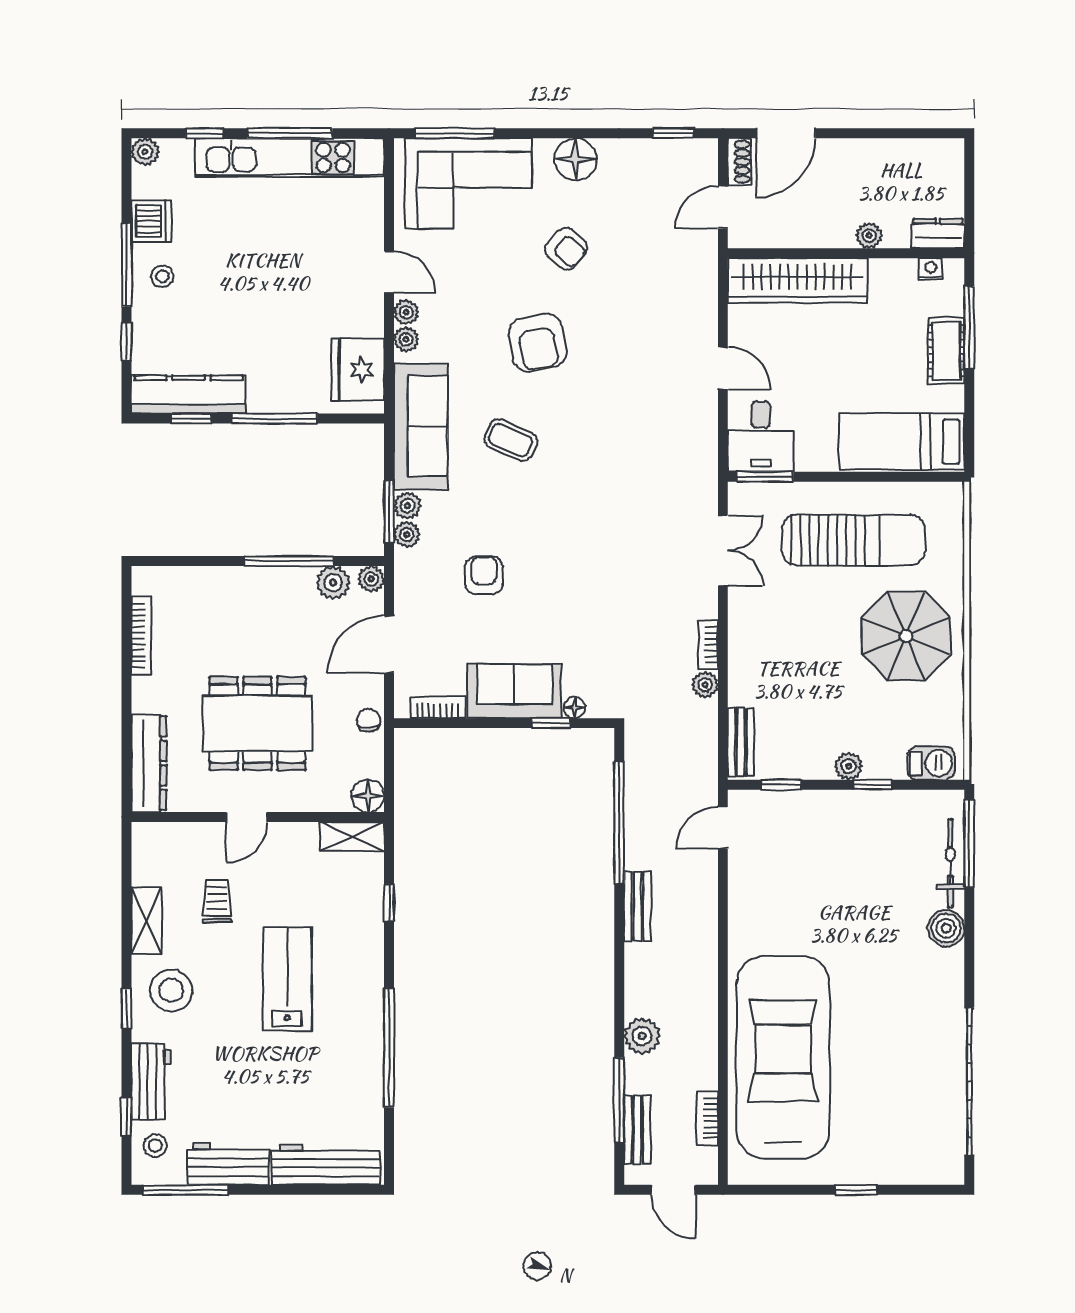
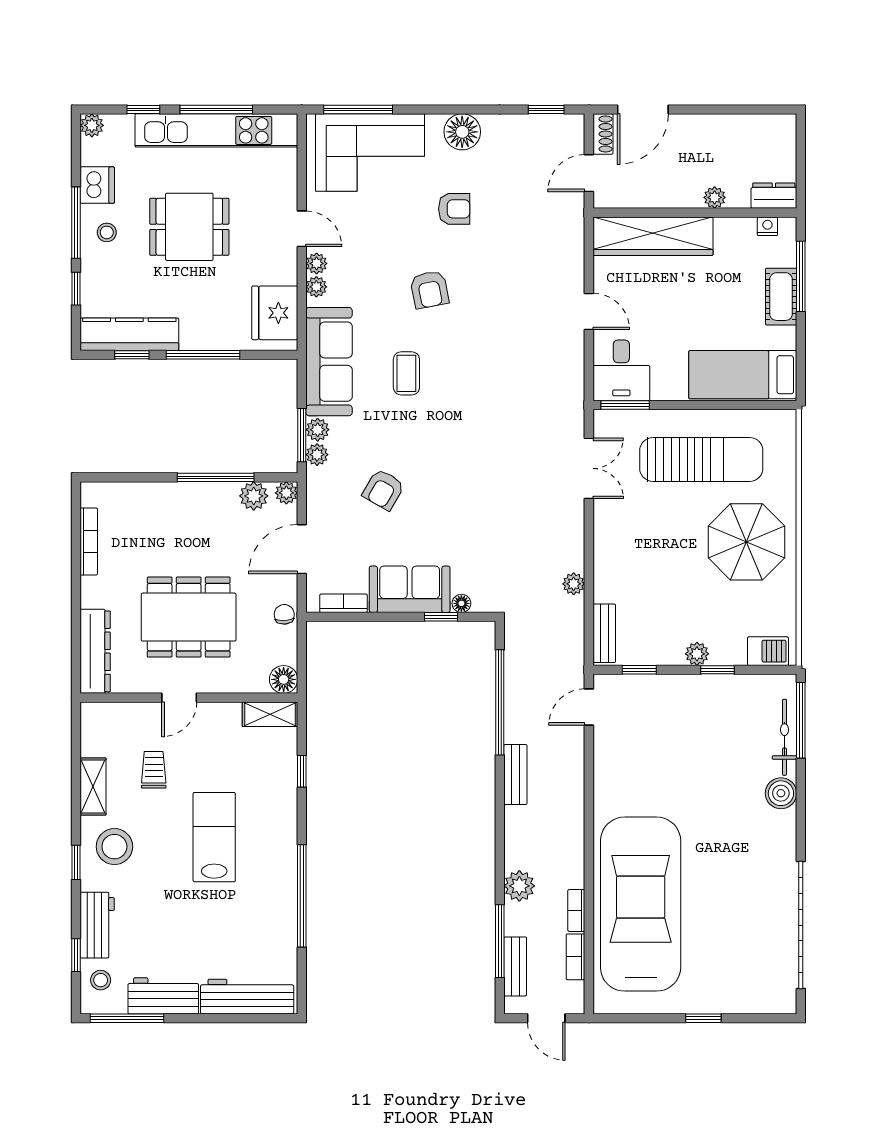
armchair: (566, 249) -> (454, 209), turned -41
dining table: (258, 270) -> (189, 227), added
armchair: (537, 343) -> (429, 290), width x0.72, depth x0.72
coffee table: (511, 440) -> (406, 373), turned 66
armchair: (484, 575) -> (383, 490), turned -150
bookcase: (708, 645) -> (576, 910), moved

